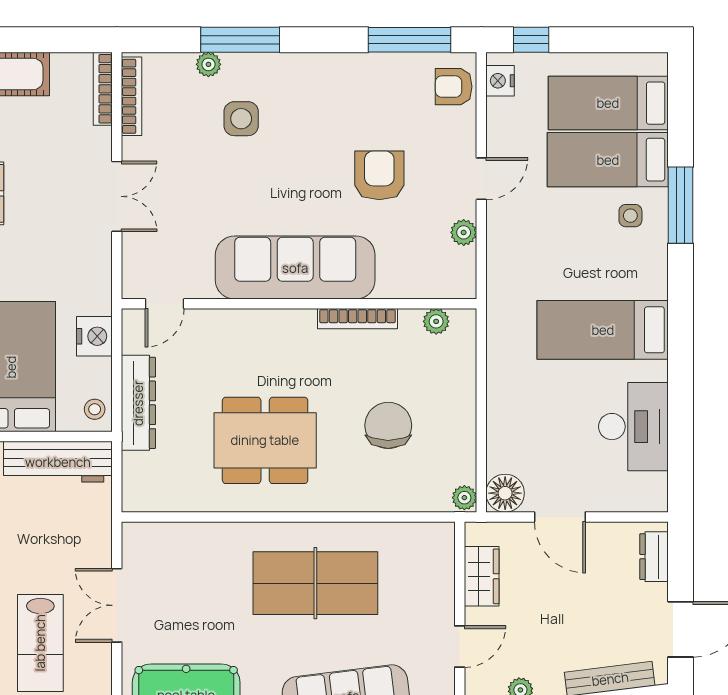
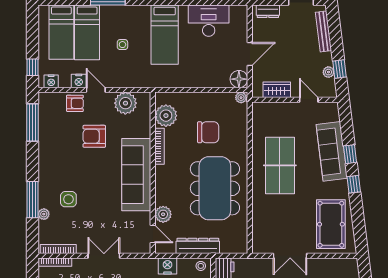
armchair: (454, 87) -> (75, 103), moved, turned -90
nightstand: (501, 141) -> (79, 81), added
side table: (630, 216) -> (122, 45), moved
plant: (464, 232) -> (125, 103), width x1.87, depth x1.87
plant: (436, 321) -> (166, 116), width x1.88, depth x1.88
plant: (208, 327) -> (163, 214), added
chair: (388, 425) -> (208, 132), turned 180
dining table: (265, 440) -> (215, 188), width x1.36, depth x1.24

